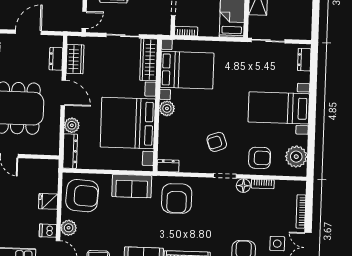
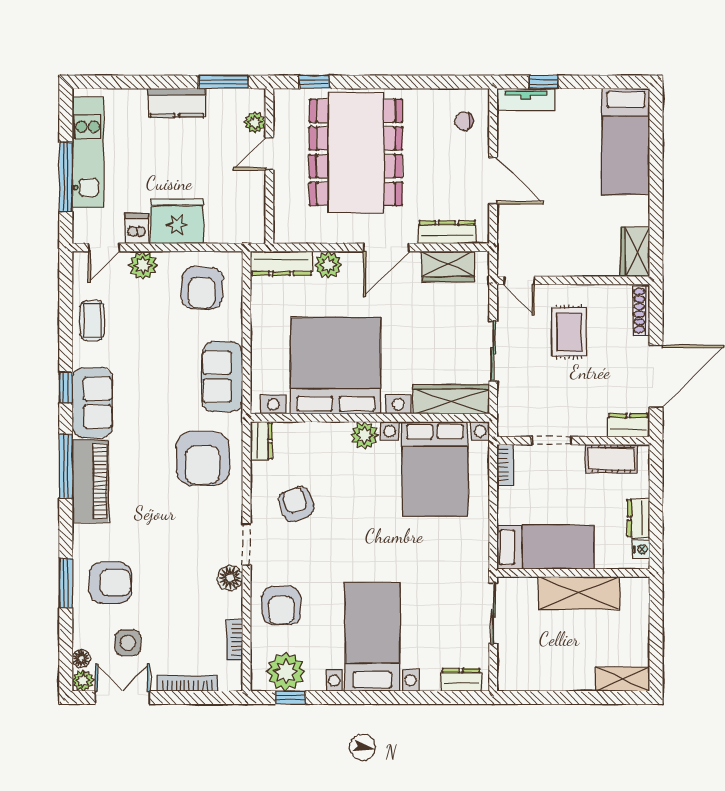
dresser: (56, 59) -> (447, 232), width x1.44
armchair: (217, 142) -> (296, 504), moved
window: (311, 155) -> (290, 698), added
bookcase: (263, 184) -> (234, 640), moved
armchair: (82, 196) -> (202, 288), width x0.73, depth x0.73
armchair: (177, 199) -> (203, 459), turned -90
fridge: (48, 201) -> (177, 221), width x1.88, depth x1.34

